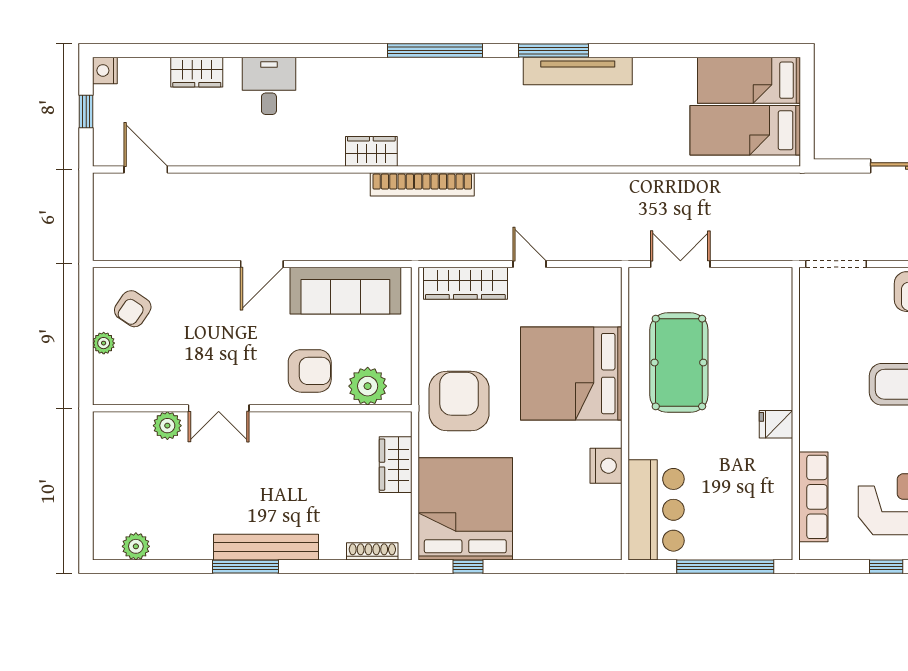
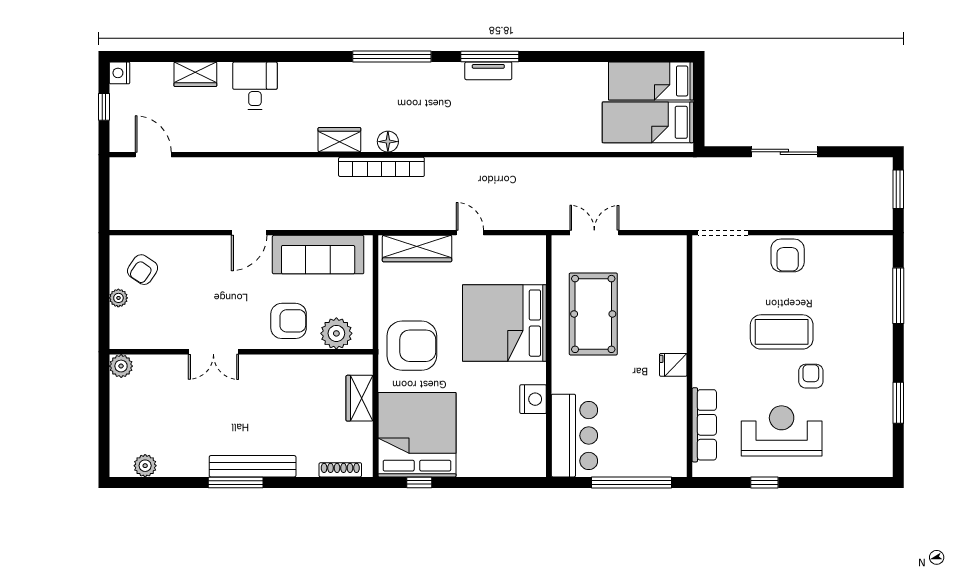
tv unit: (578, 71) -> (488, 71), width x0.52, depth x0.78
floor lamp: (430, 154) -> (388, 142), added
armchair: (459, 401) -> (412, 346), turned 90
plant: (167, 426) -> (121, 366), moved

